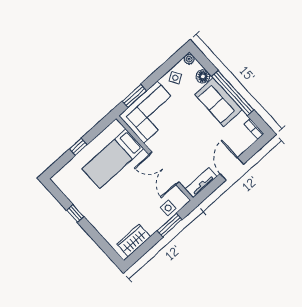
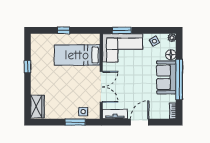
double door: (164, 168) -> (101, 87), swing flipped
wardrobe: (134, 240) -> (37, 107), moved, turned 90

